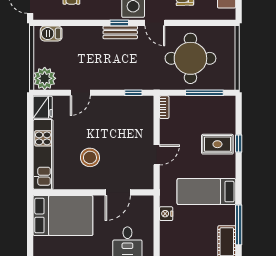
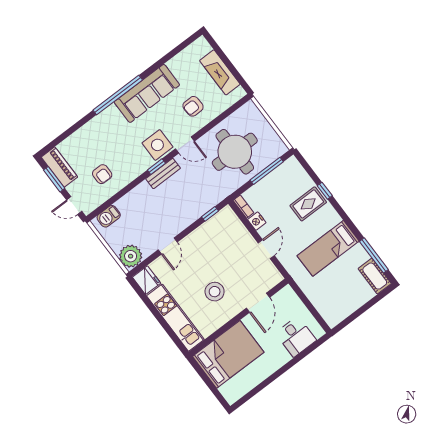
nightstand: (166, 214) -> (257, 221), moved

